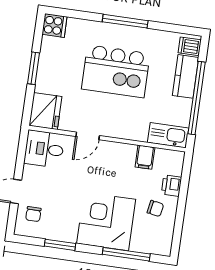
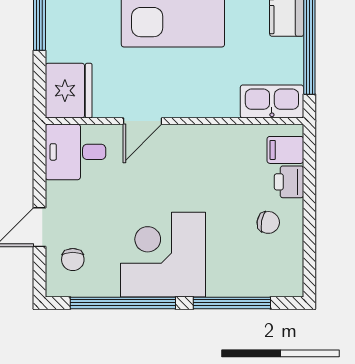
filing cabinet: (145, 157) -> (285, 150), moved, turned 90
corner desk: (106, 221) -> (163, 255), moved
window: (60, 245) -> (123, 303), width x2.11

